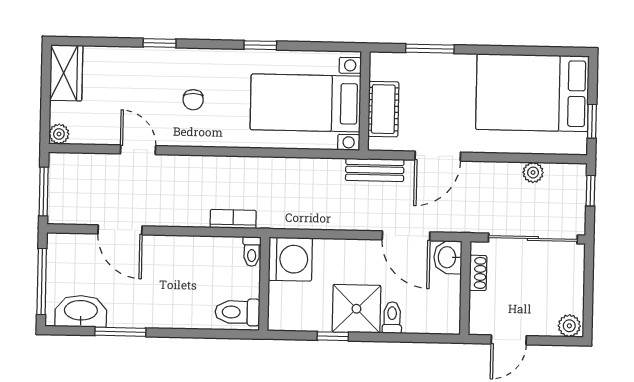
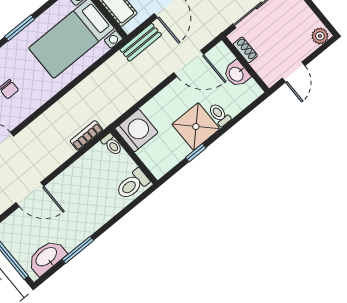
window: (260, 45) -> (20, 28), width x1.50
washbasin: (448, 257) -> (237, 74), moved

